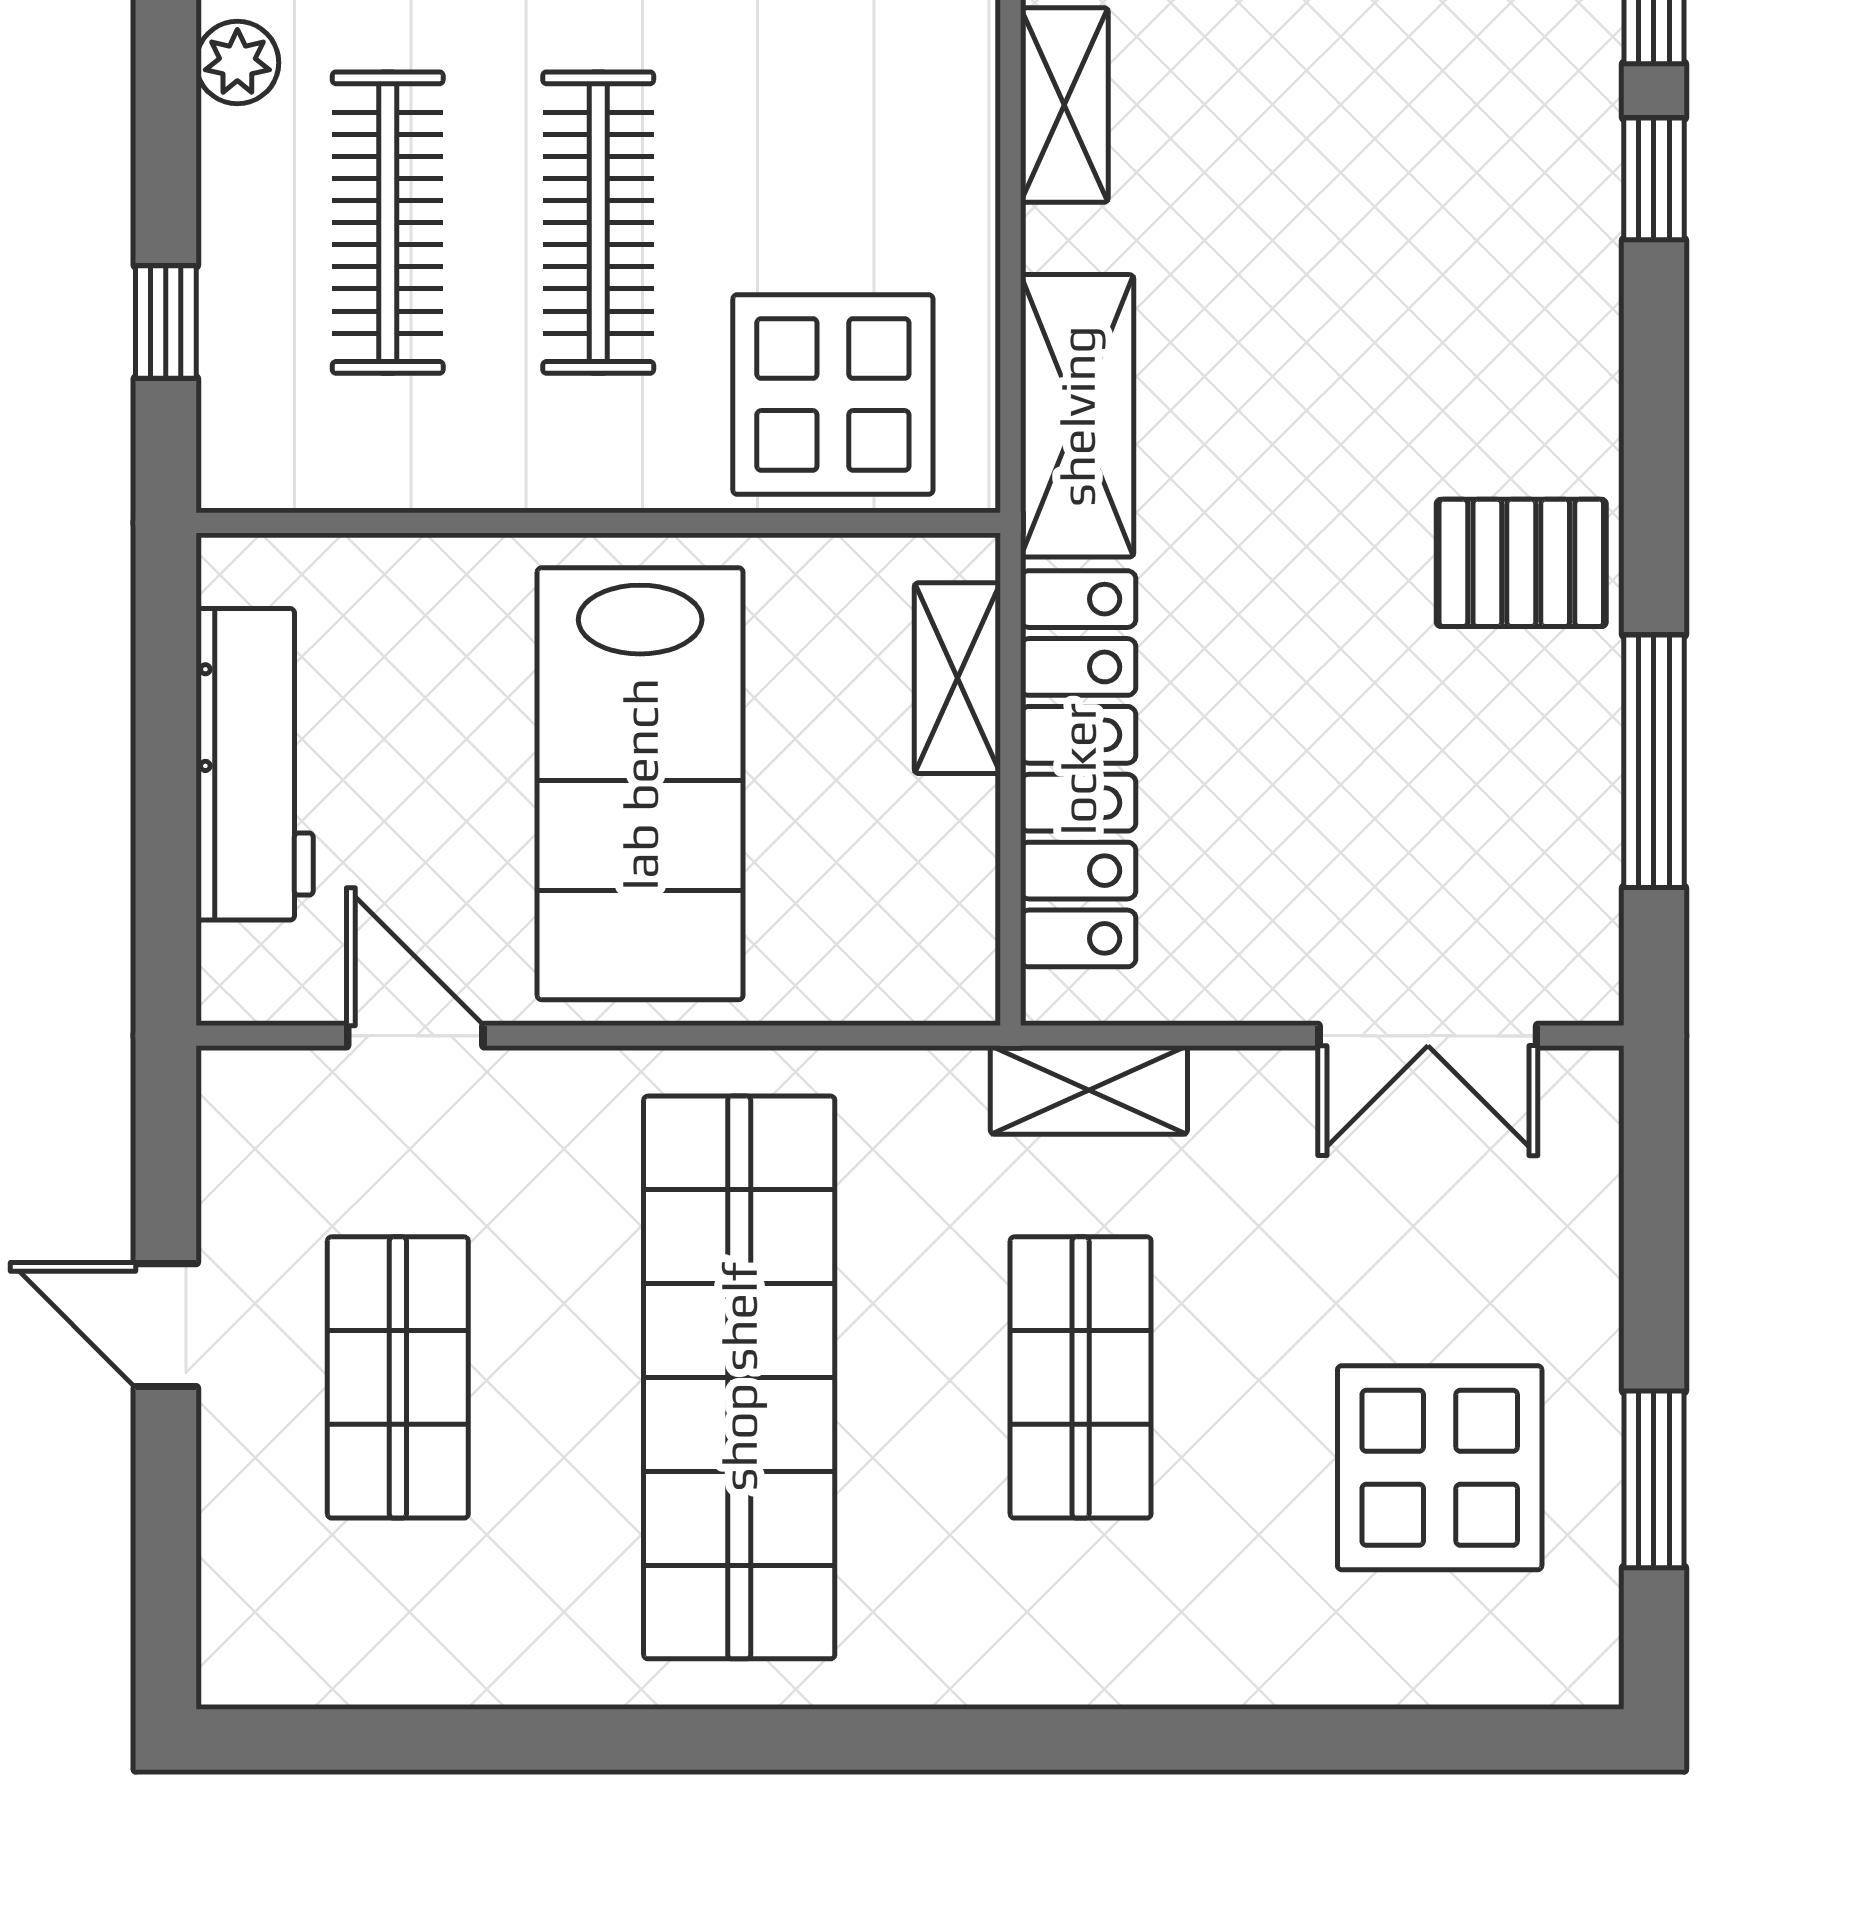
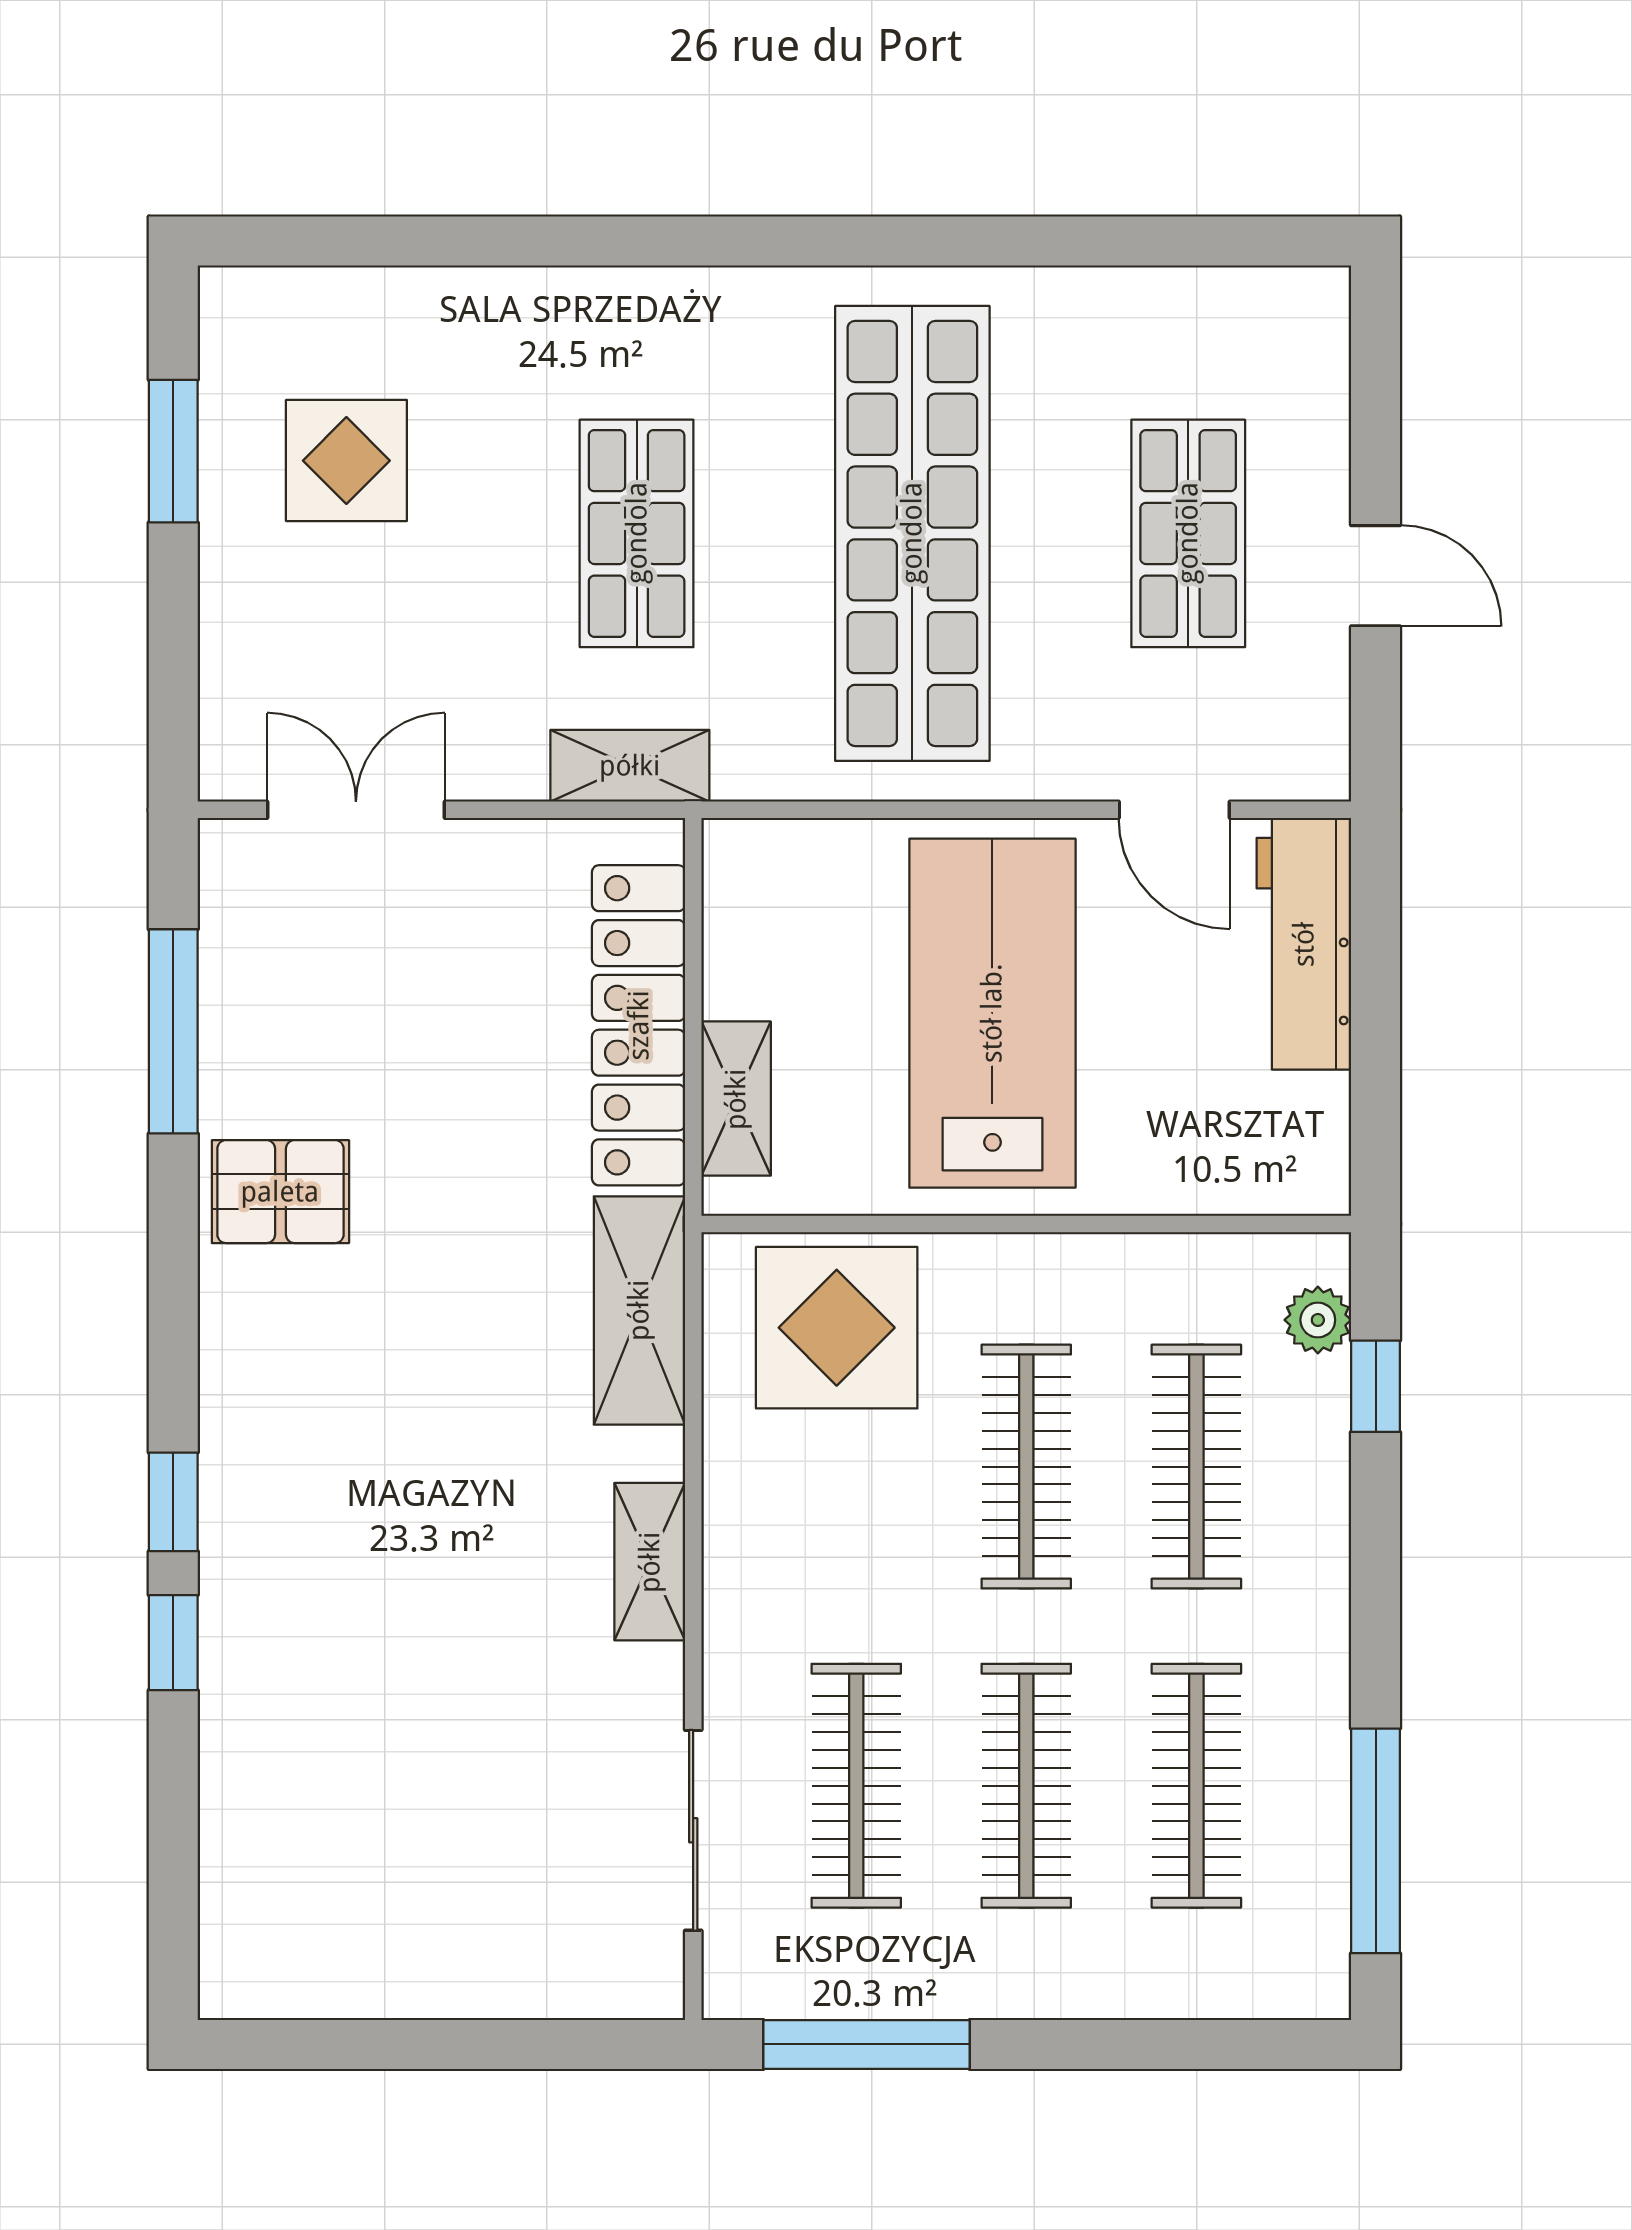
plant: (237, 63) -> (1318, 1320), moved
workbench: (255, 764) -> (1304, 944), moved
display table: (1440, 1468) -> (346, 461), width x0.73, depth x0.73

